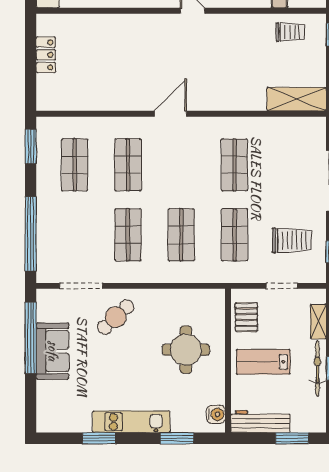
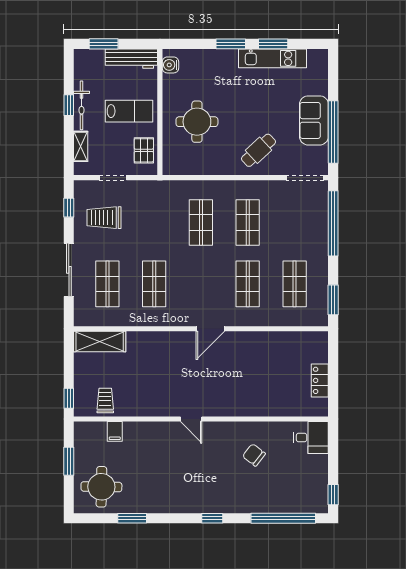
trolley: (290, 32) -> (105, 401), turned 91
shop shelf: (235, 235) -> (107, 284), moved
doorway: (81, 286) -> (305, 178), moved
kitchen unit: (131, 422) -> (273, 58), moved
window: (177, 438) -> (231, 44), moved

